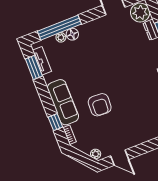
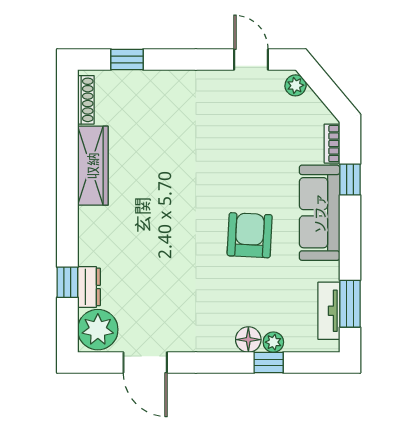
window: (59, 28) -> (269, 363), width x0.32
armchair: (100, 105) -> (250, 235), moved

